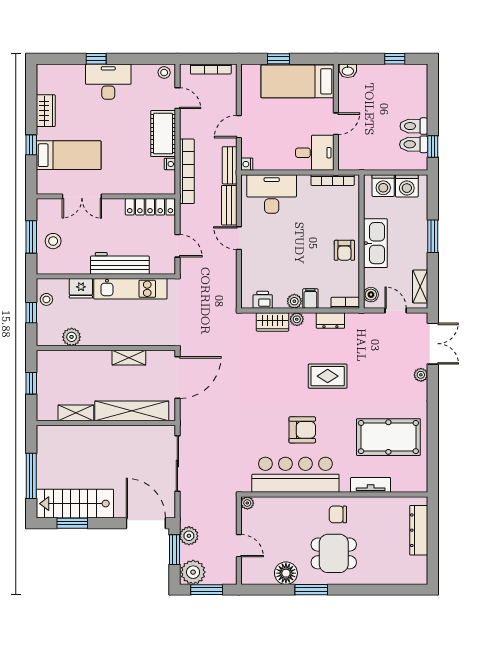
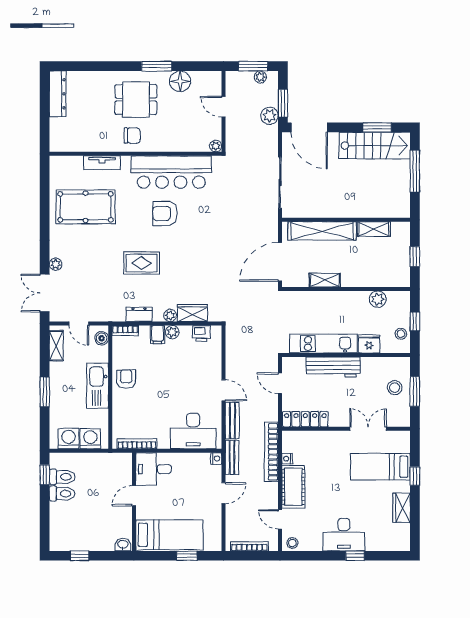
dresser: (419, 530) -> (58, 94), moved
plant: (193, 572) -> (260, 77), width x0.53, depth x0.53

